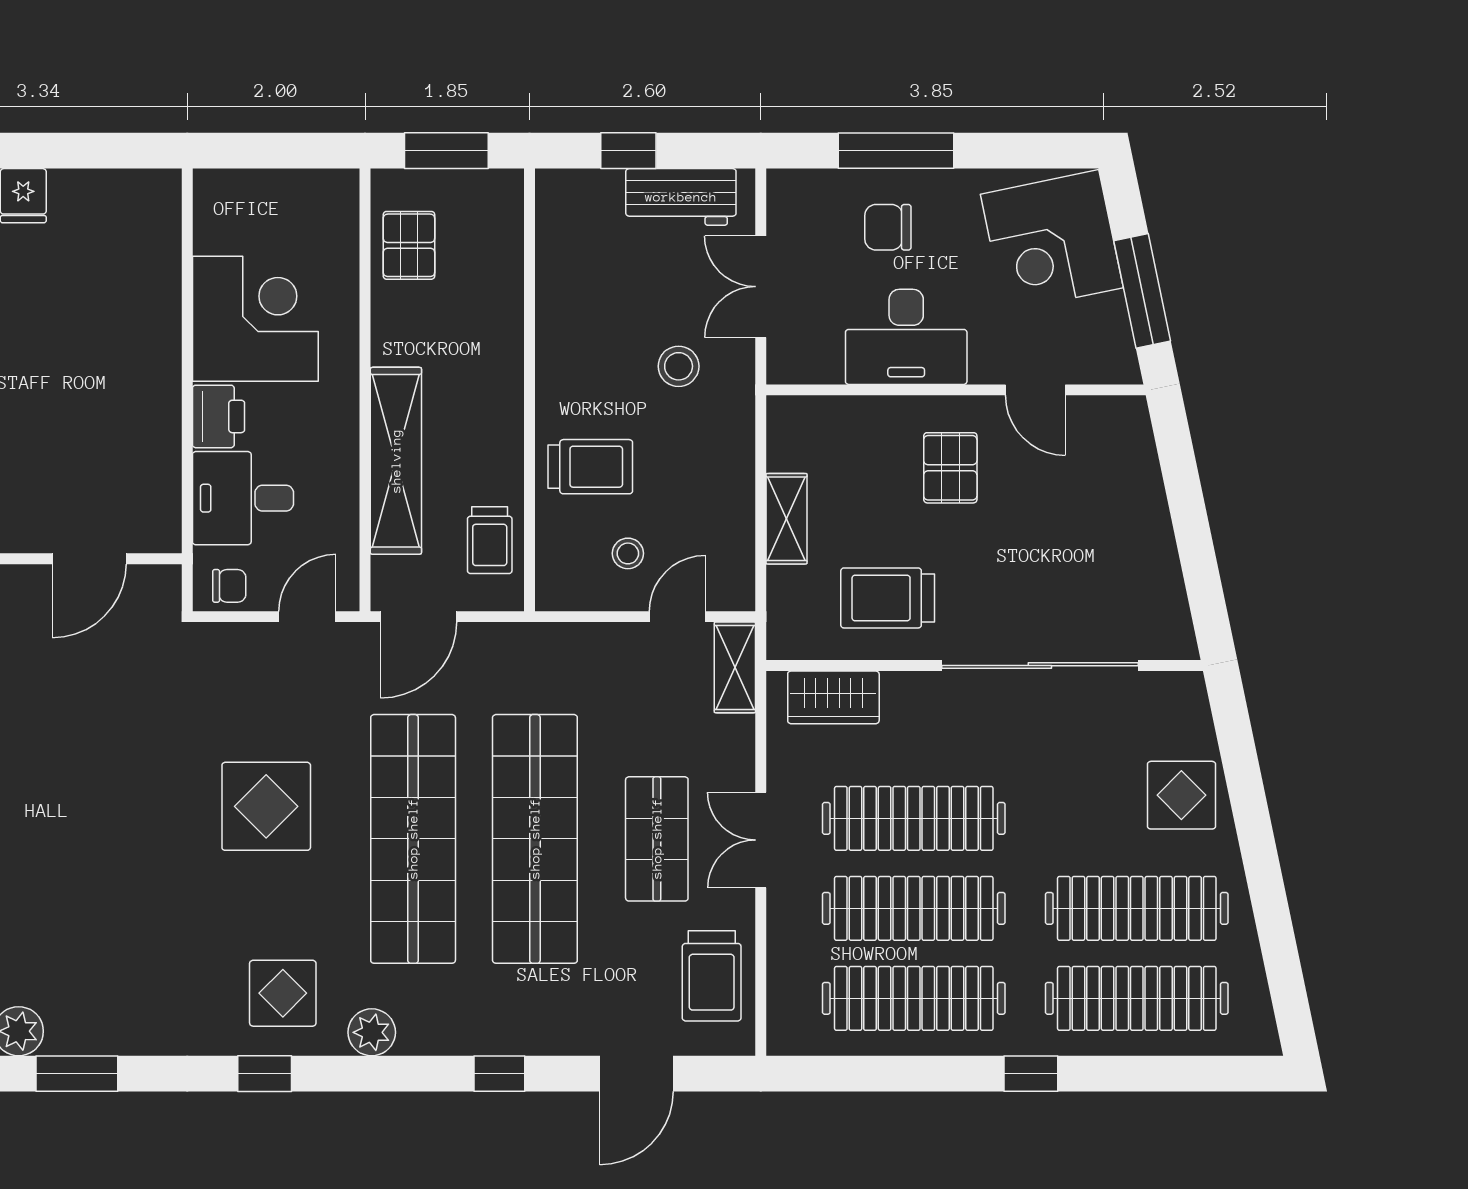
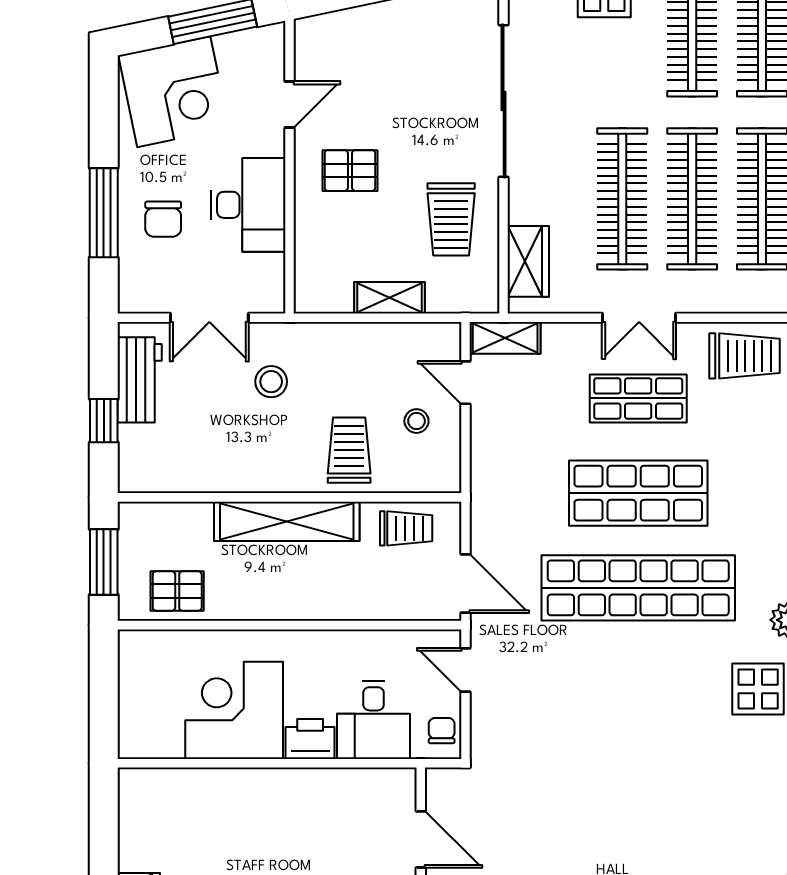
shelving: (396, 461) -> (287, 521), moved
display table: (266, 806) -> (613, 702), removed
shop shelf: (535, 839) -> (638, 493), width x0.71

